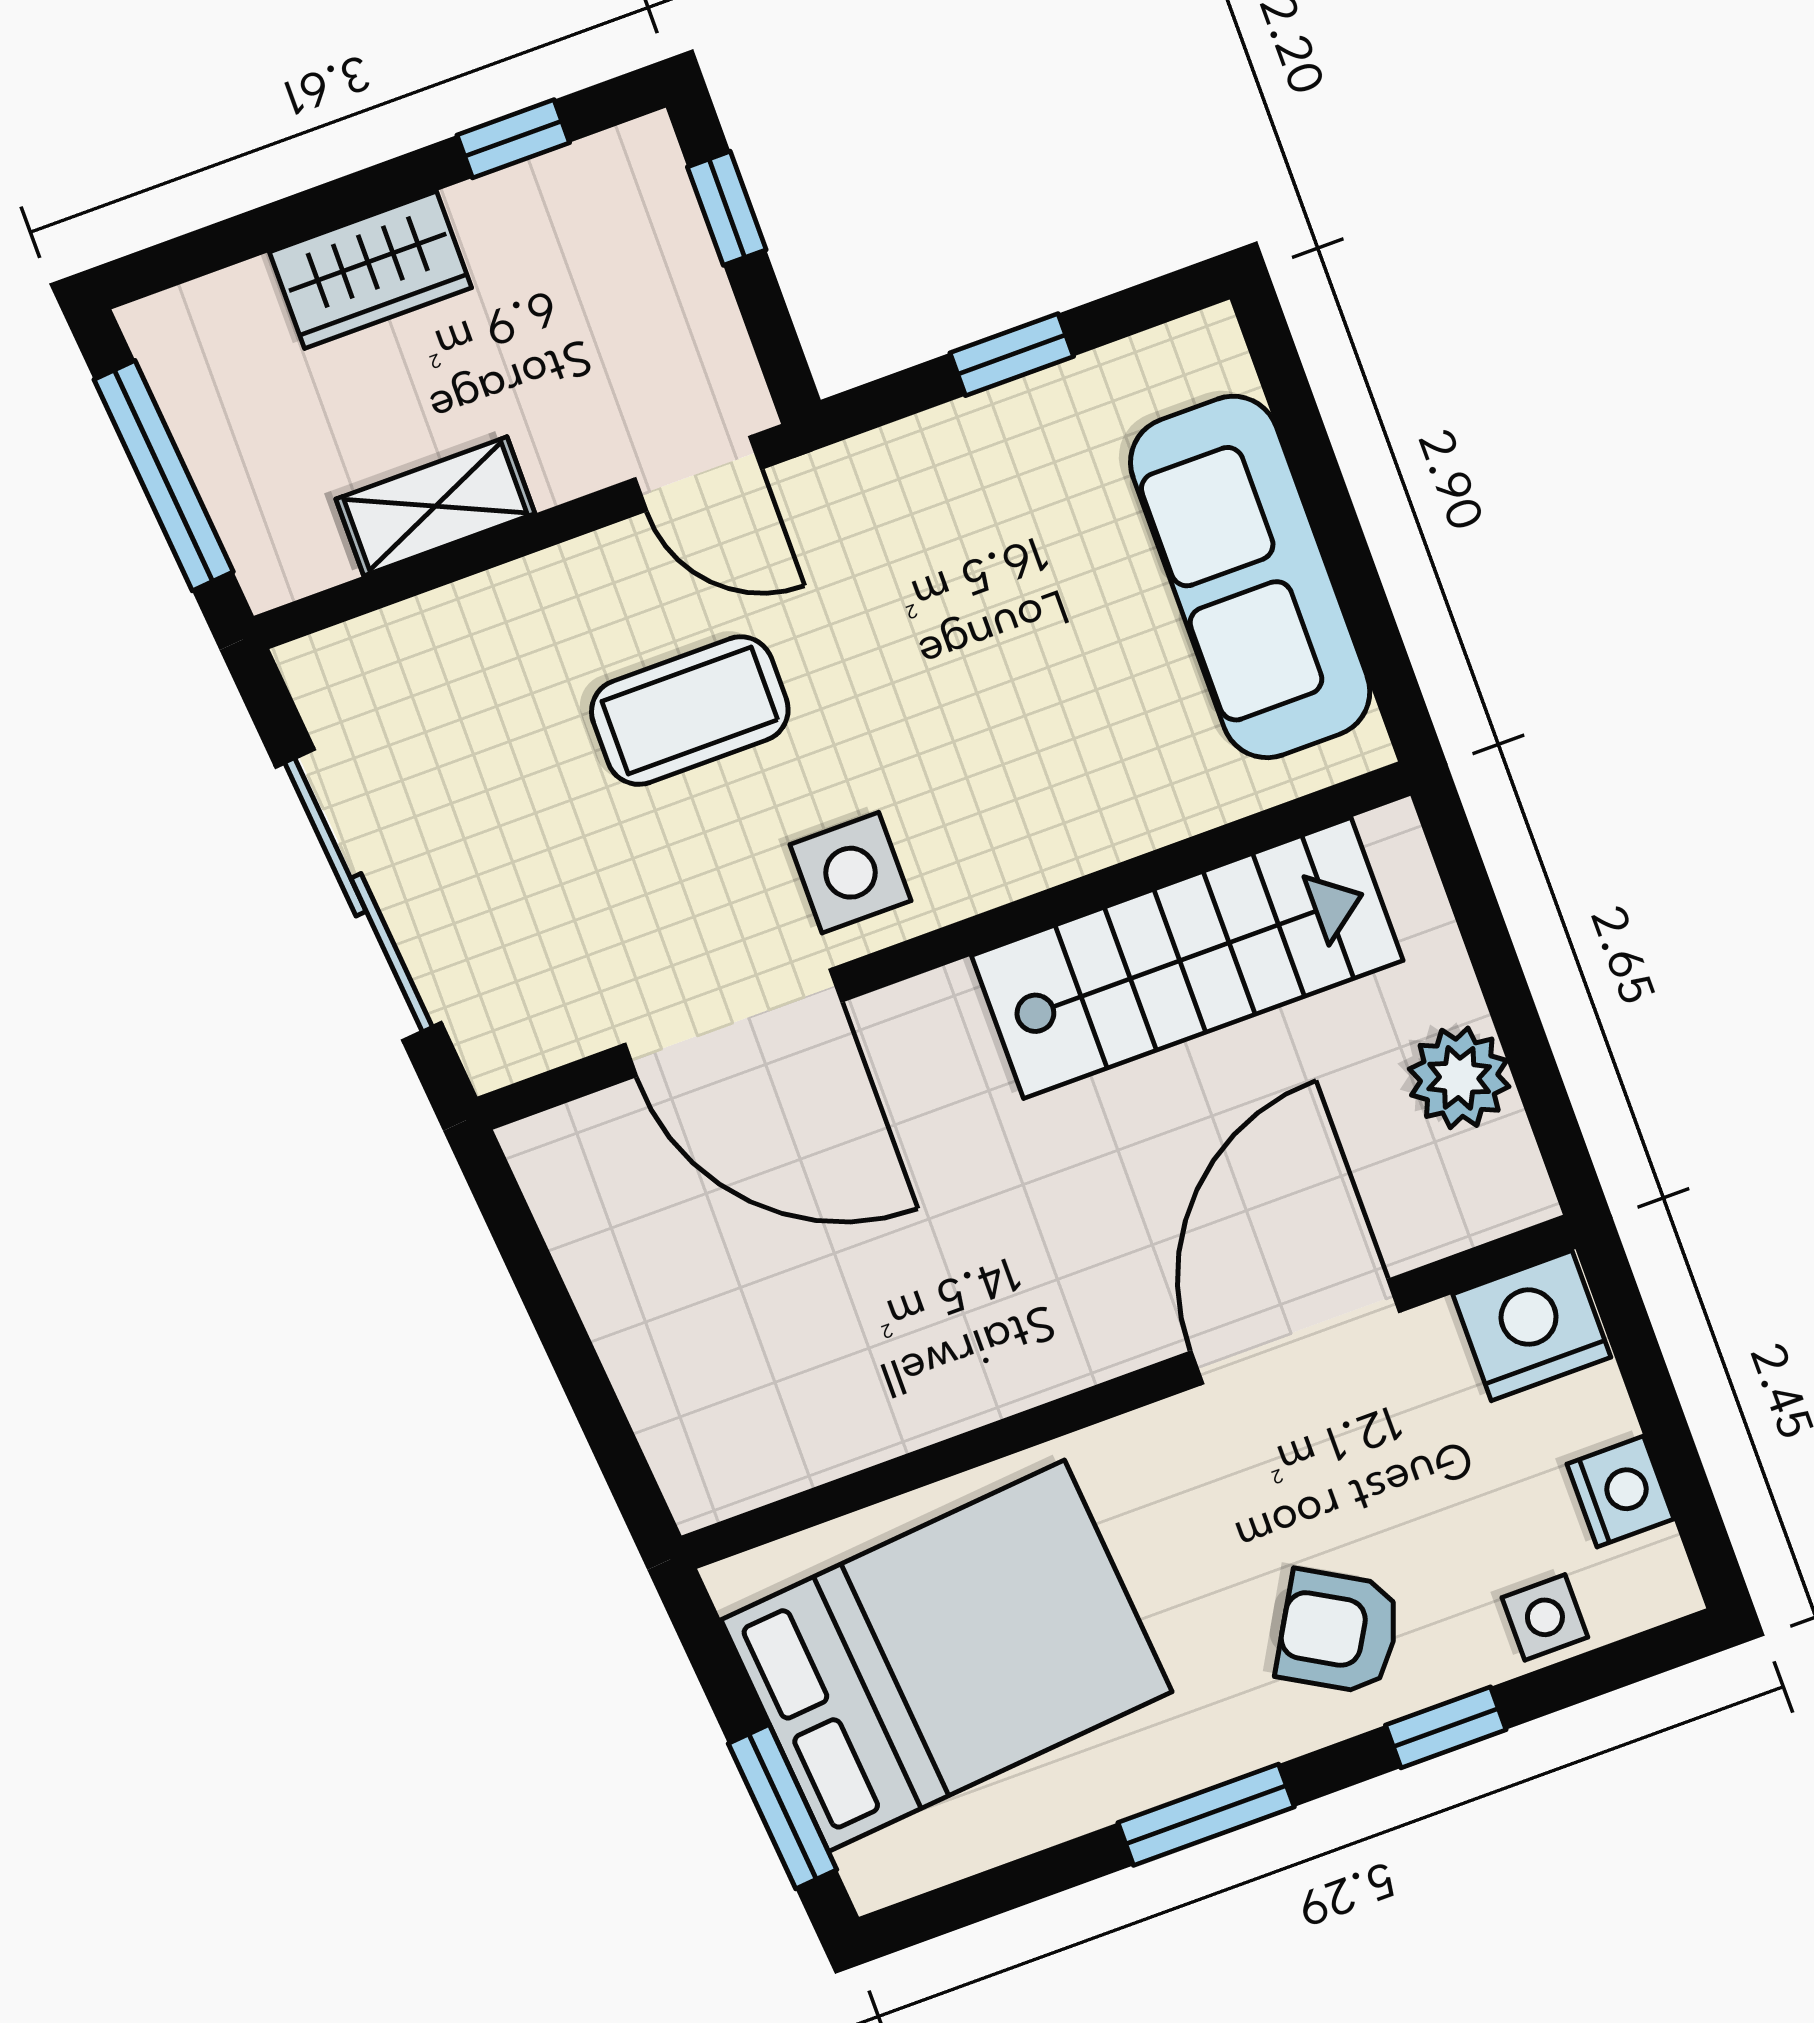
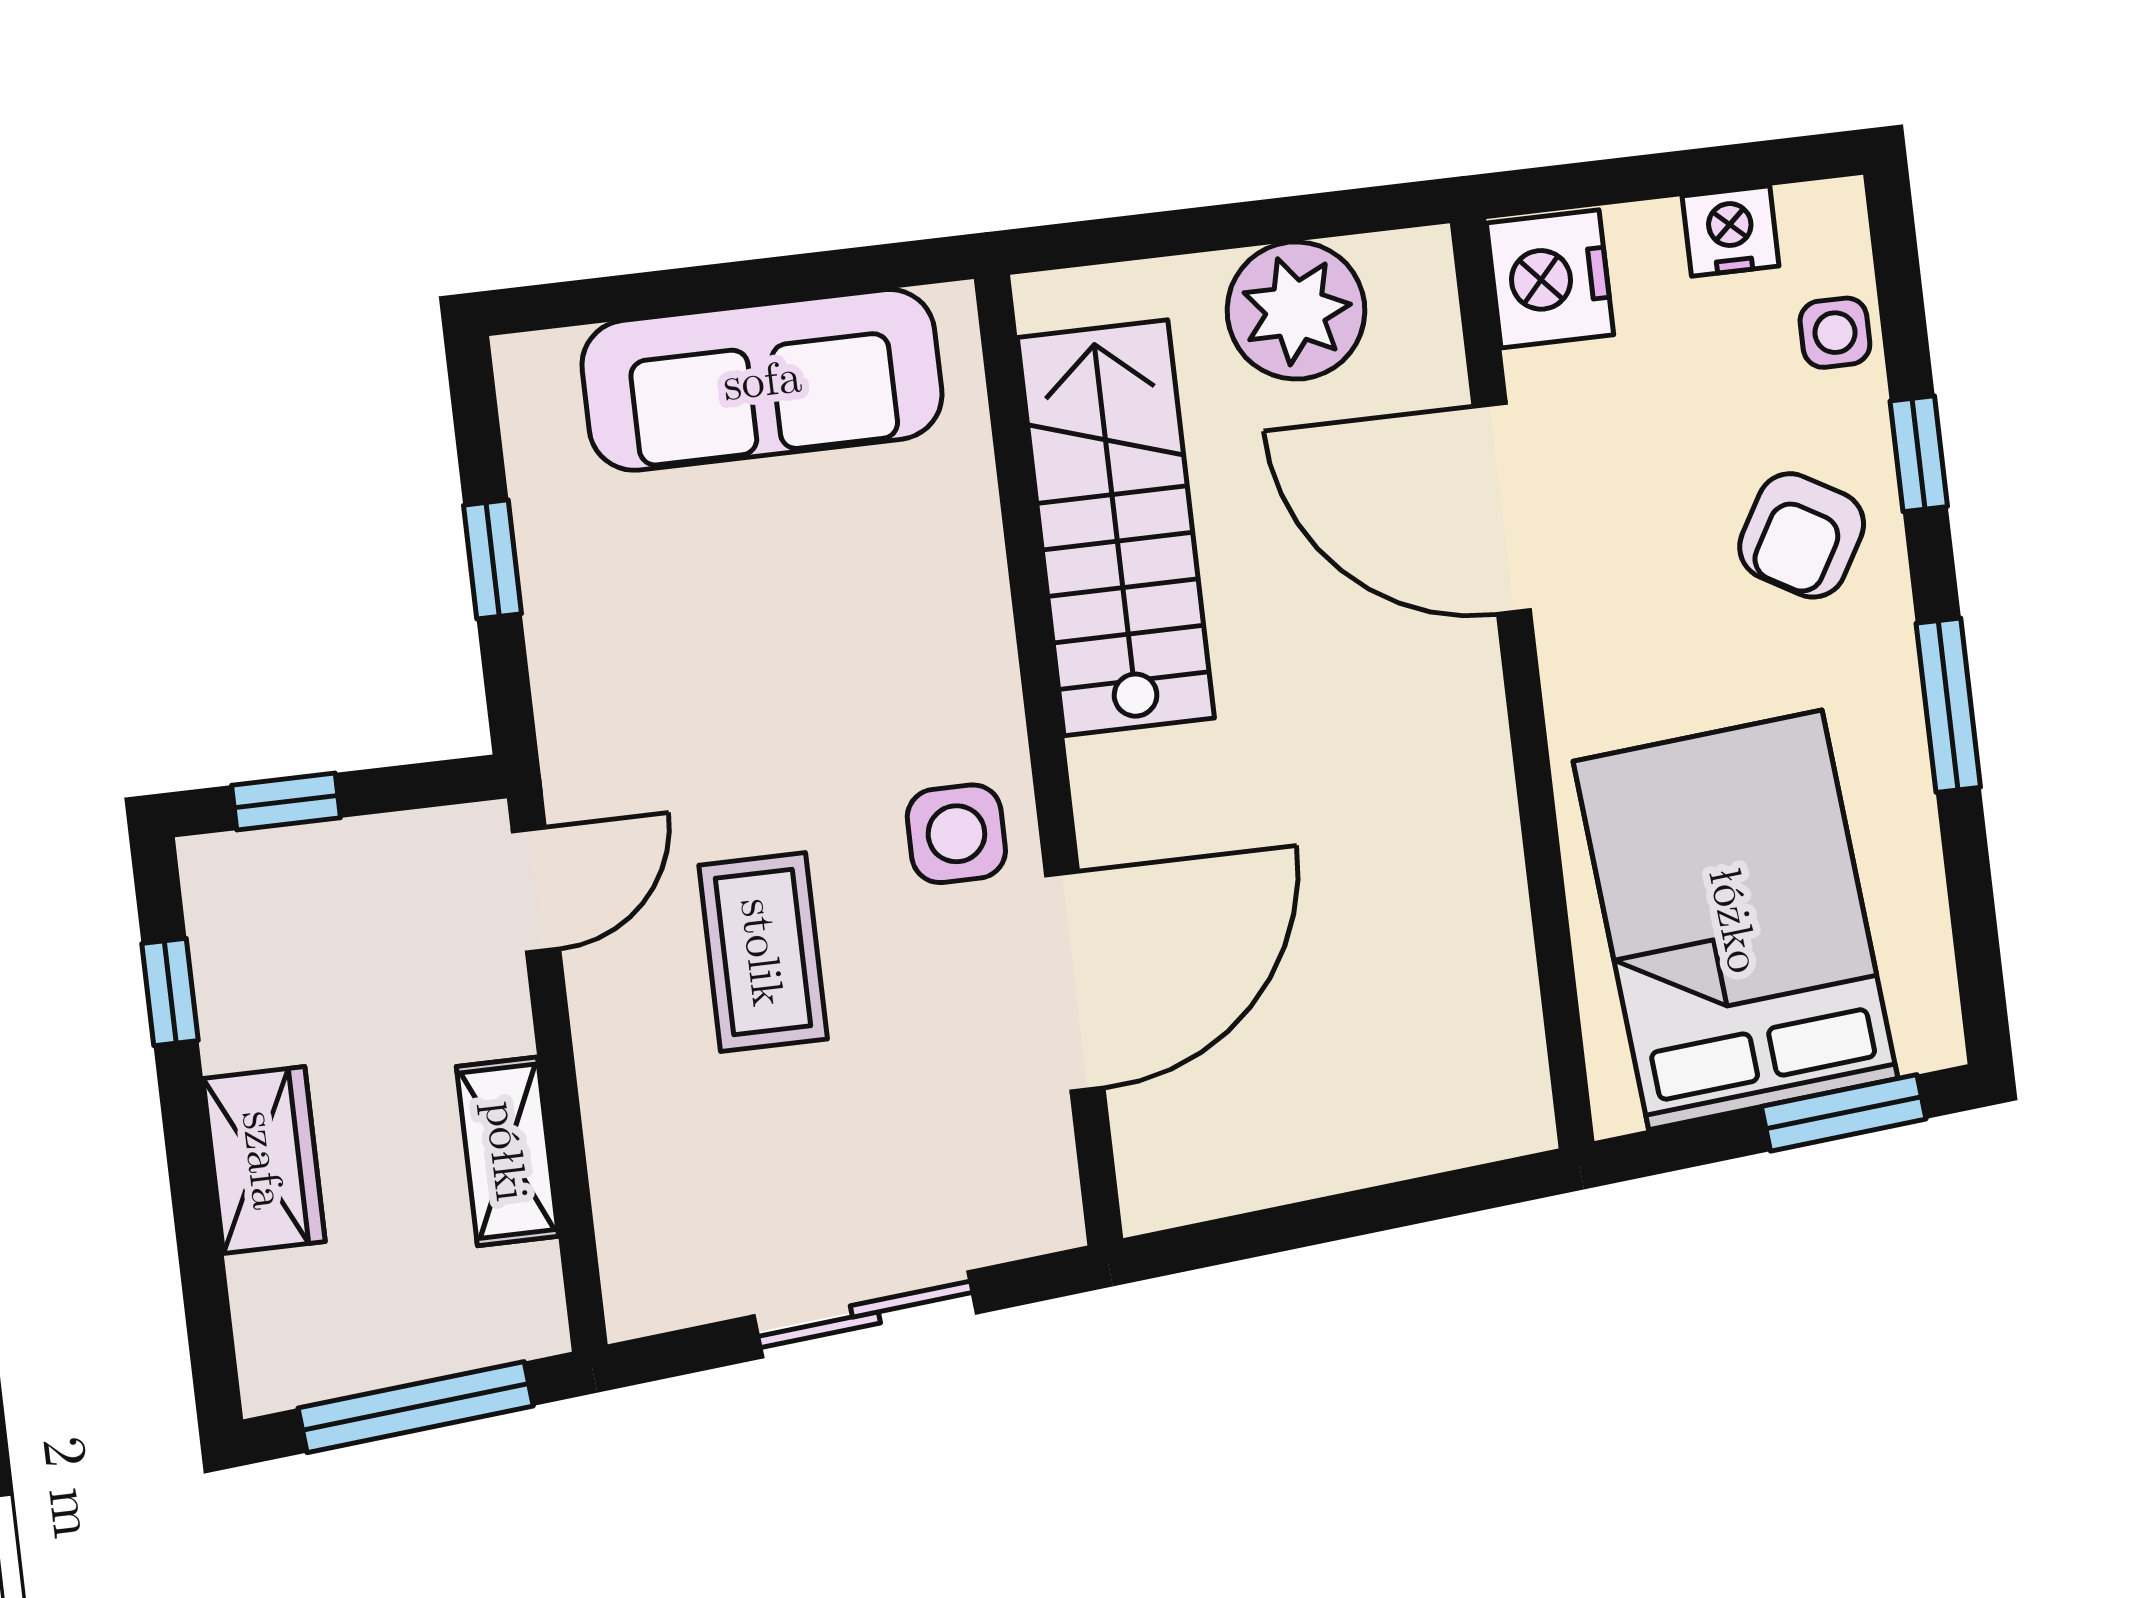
sliding door: (359, 895) -> (865, 1314), width x0.73
plant: (1459, 1078) -> (1296, 310), width x1.36, depth x1.36

